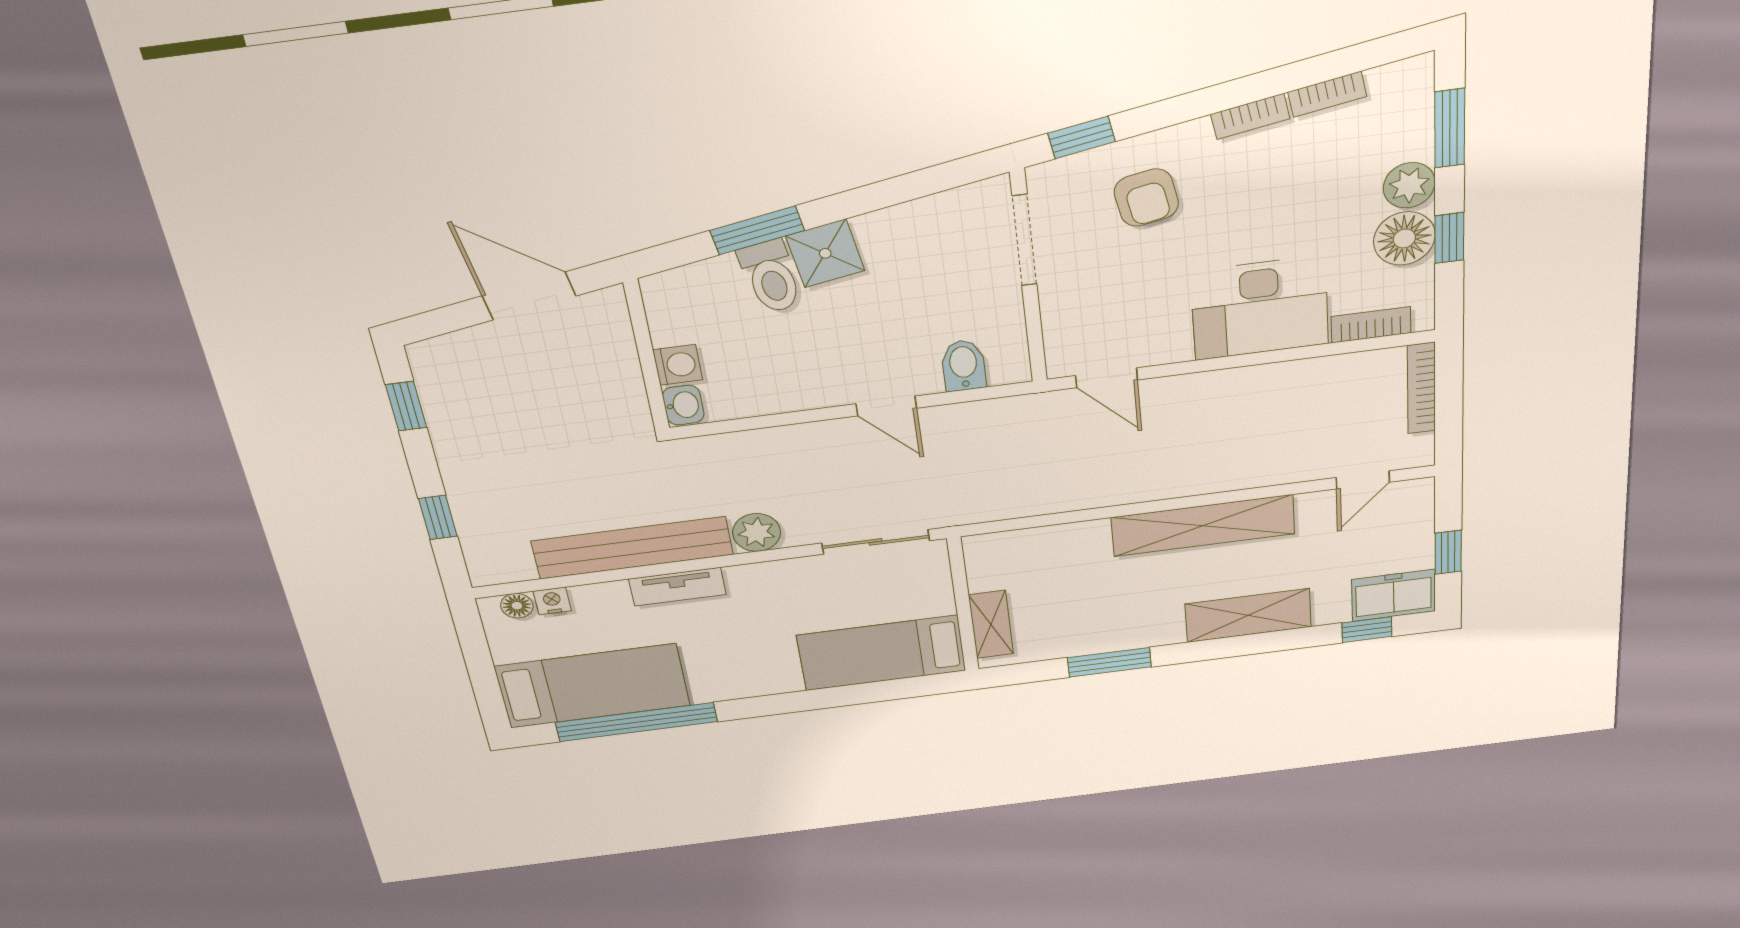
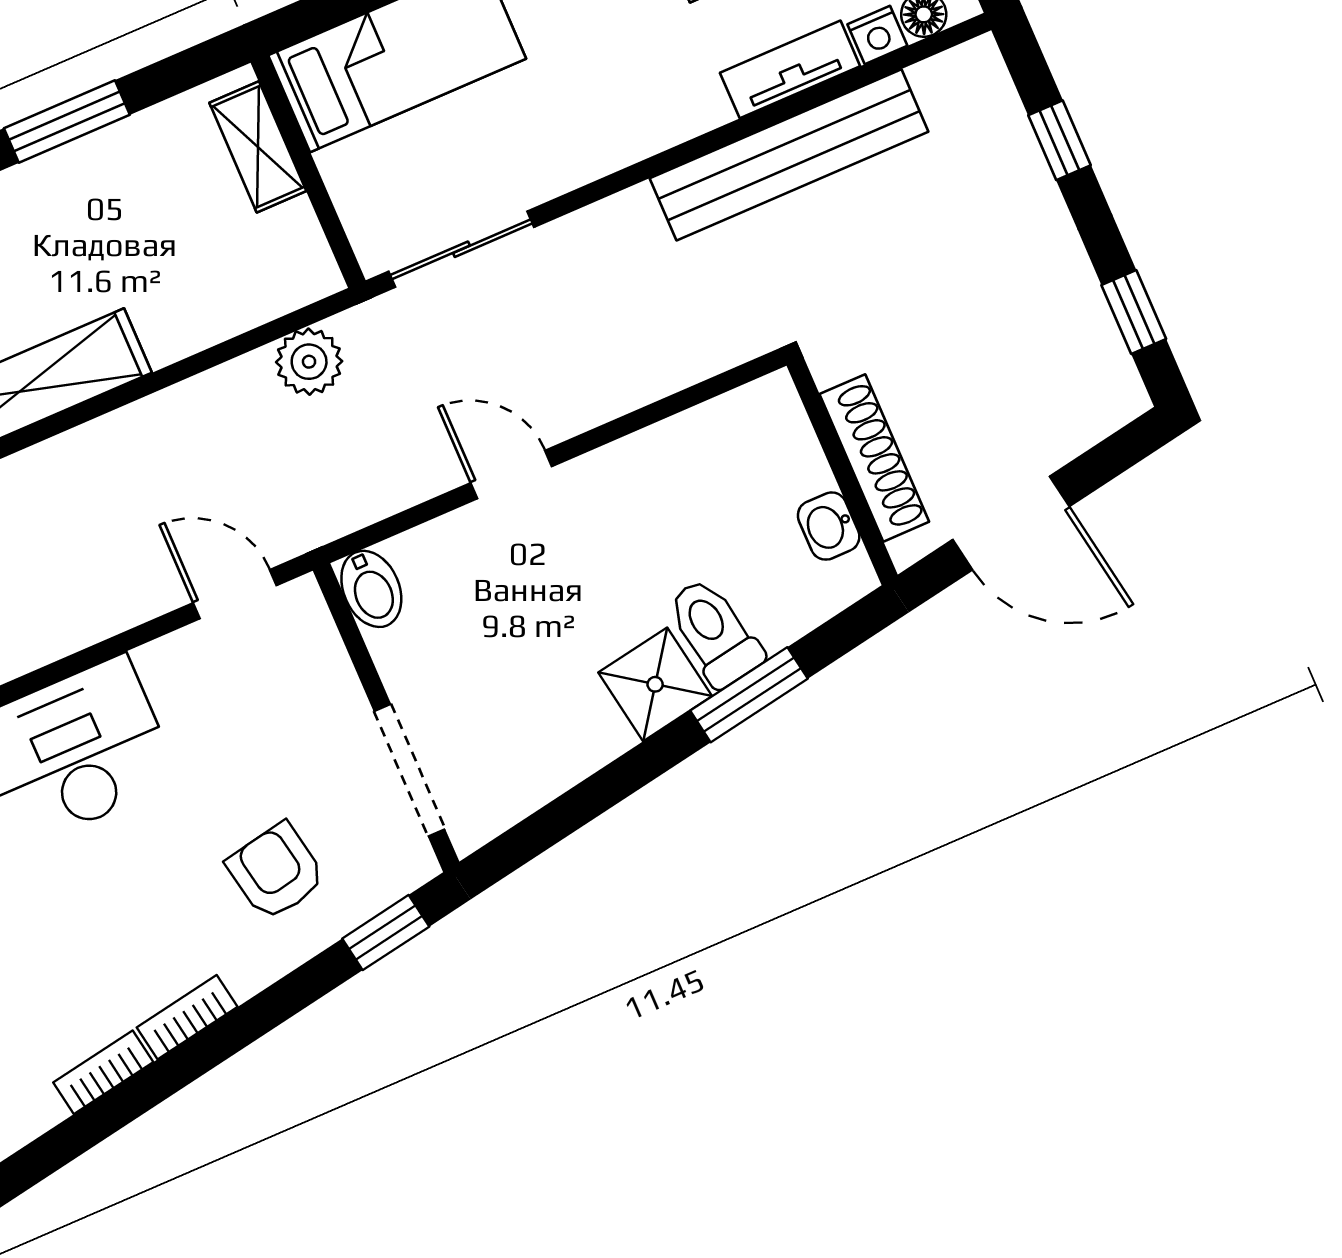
shoe rack: (621, 359) -> (874, 458), added
washing machine: (678, 365) -> (799, 468), removed
bidet: (963, 365) -> (371, 589), moved
washbasin: (683, 405) -> (829, 526), moved
plant: (757, 532) -> (309, 362), moved
tv unit: (677, 587) -> (790, 69), moved

